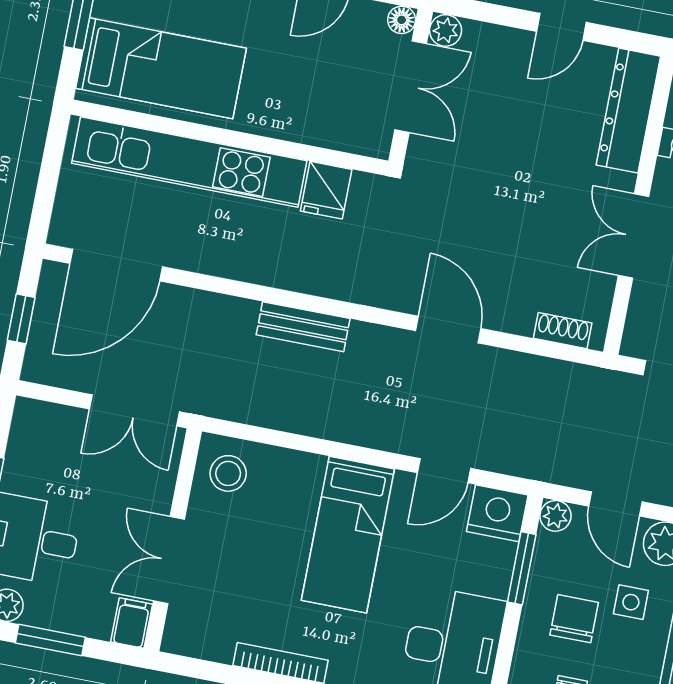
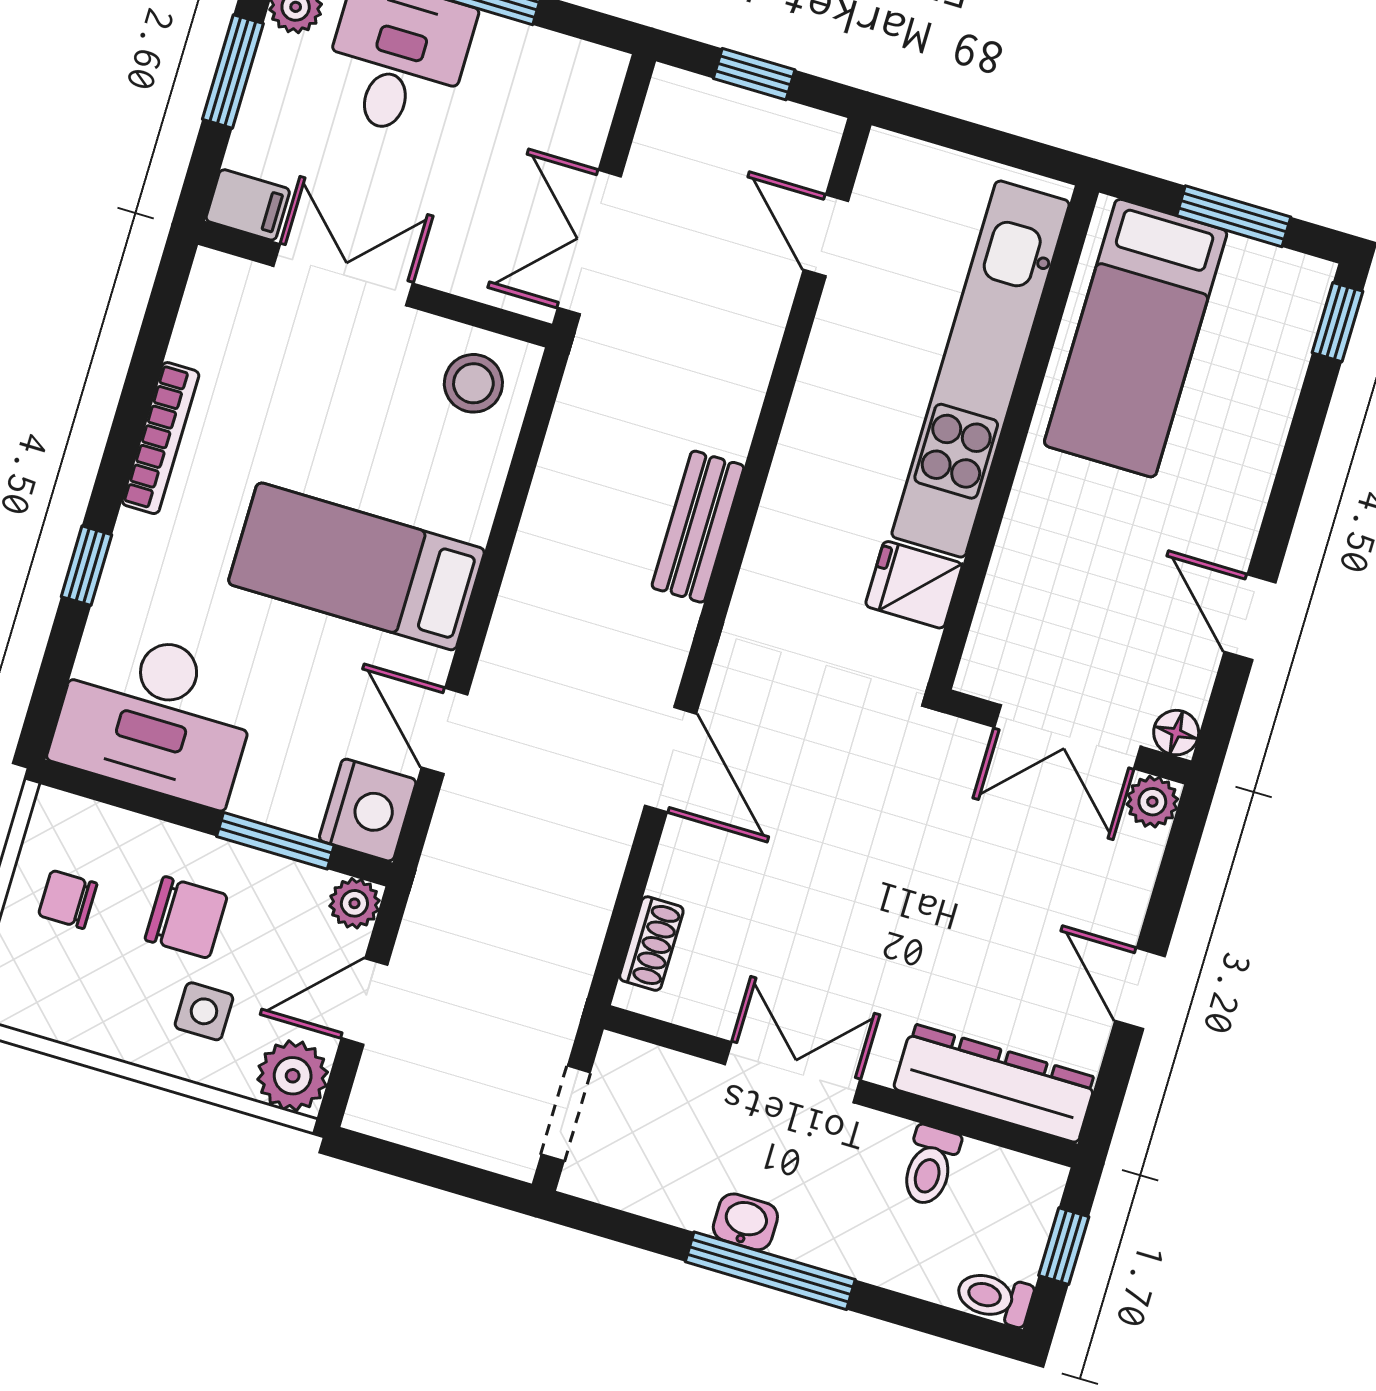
door: (116, 265) -> (826, 235), width x0.53
door: (448, 330) -> (671, 760), hinge flipped

